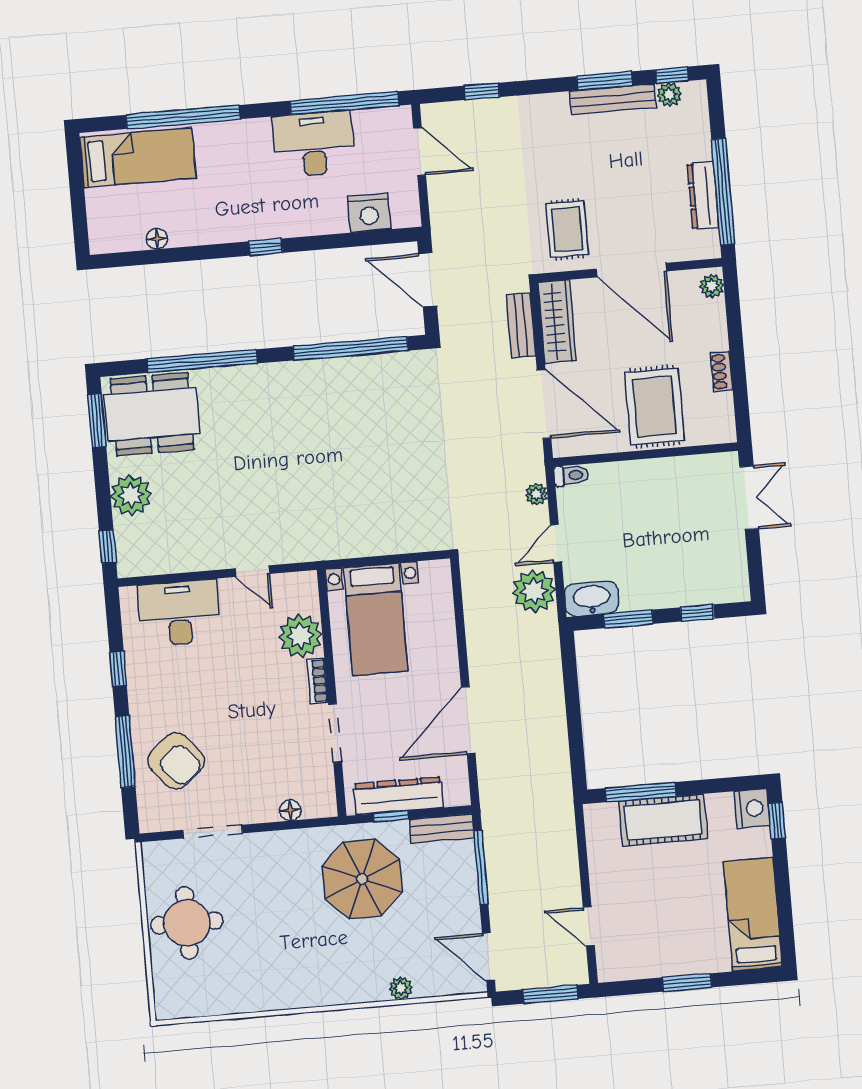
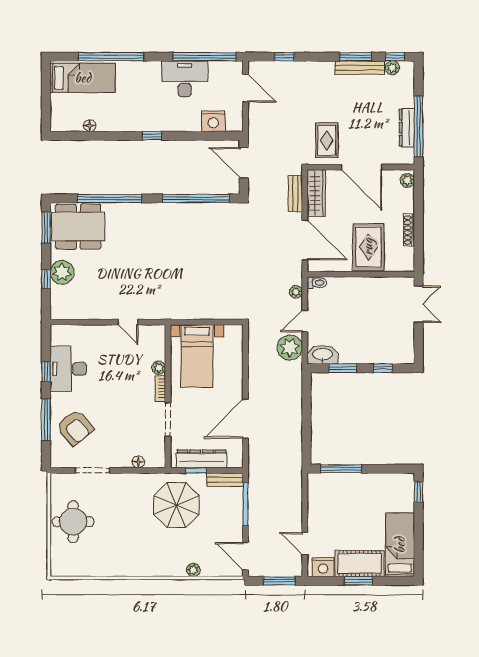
shoe rack: (722, 371) -> (409, 230), width x1.43
window: (108, 547) -> (46, 279), moved
desk: (179, 613) -> (68, 369), moved, turned -90
plant: (300, 636) -> (159, 368), width x0.53, depth x0.53
nightstand: (752, 808) -> (323, 567), moved, turned 90
cot: (663, 820) -> (360, 564), moved

